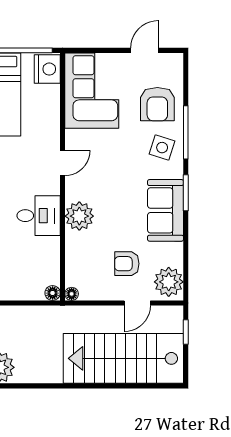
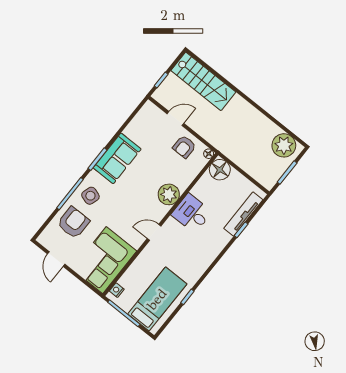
door: (145, 50) -> (56, 259), hinge flipped
nightstand: (47, 69) -> (117, 290), width x0.53, depth x0.56
armchair: (127, 264) -> (184, 147), moved, turned 90
plant: (169, 282) -> (148, 116), removed
floor lamp: (53, 293) -> (220, 170), width x1.89, depth x1.89
stairs: (123, 358) -> (203, 81), width x0.73, depth x0.66

